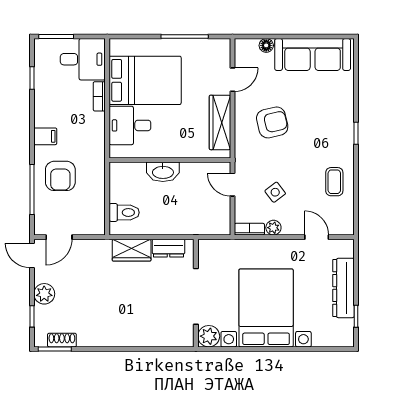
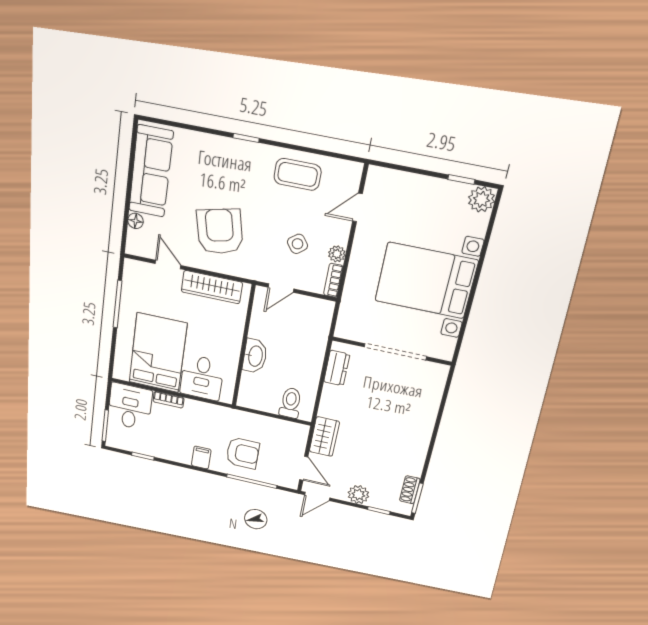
armchair: (272, 122) -> (220, 231), width x1.36, depth x1.36
coffee table: (334, 182) -> (298, 174), width x1.36, depth x1.30
wardrobe: (132, 250) -> (324, 437), moved
dresser: (343, 288) -> (424, 188), removed
plant: (209, 336) -> (481, 199), moved

